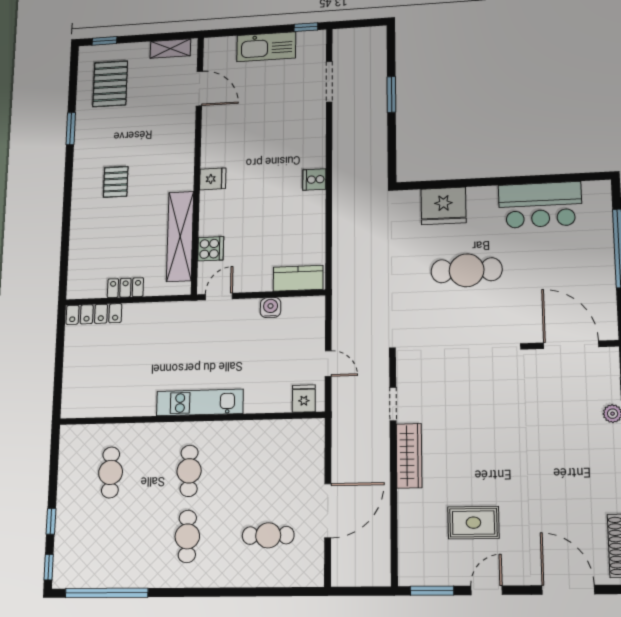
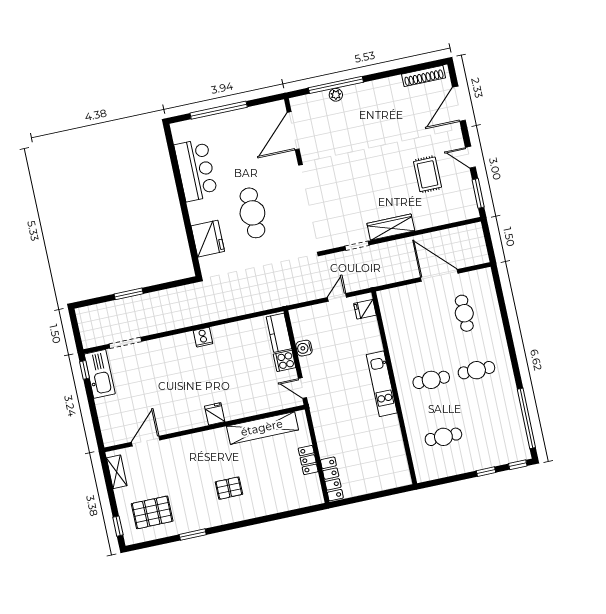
kitchen sink: (266, 47) -> (100, 374), moved
cooker: (211, 249) -> (285, 361), moved, turned -90

